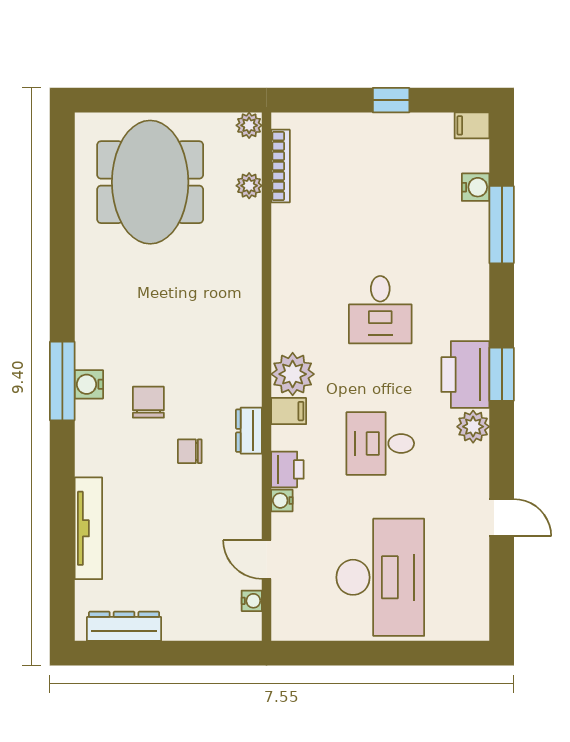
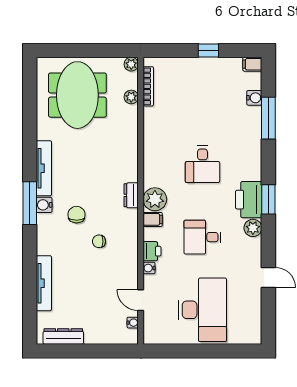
tv unit: (88, 317) -> (44, 168), added
dresser: (249, 431) -> (131, 195), moved

